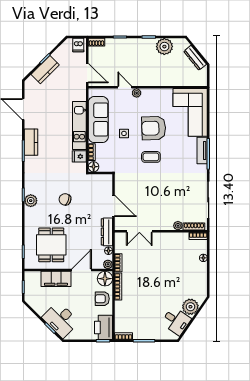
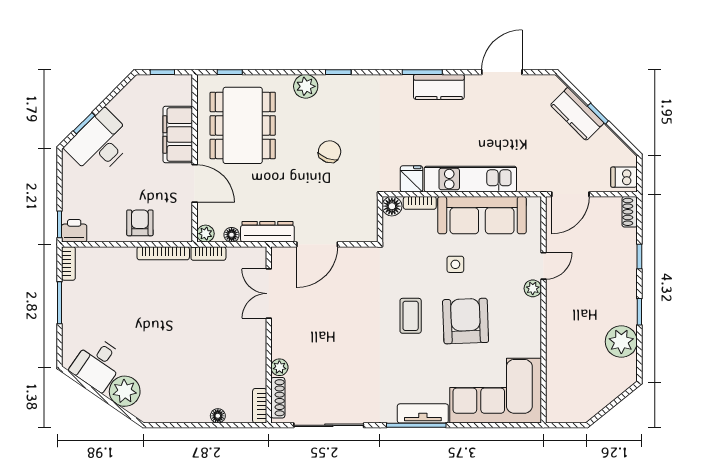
dresser: (195, 58) -> (600, 400), removed
plant: (31, 201) -> (306, 86), moved
dining table: (51, 245) -> (243, 125), width x1.38
floor lamp: (105, 279) -> (178, 228), removed
printer: (104, 327) -> (74, 231), width x0.53, depth x0.68

